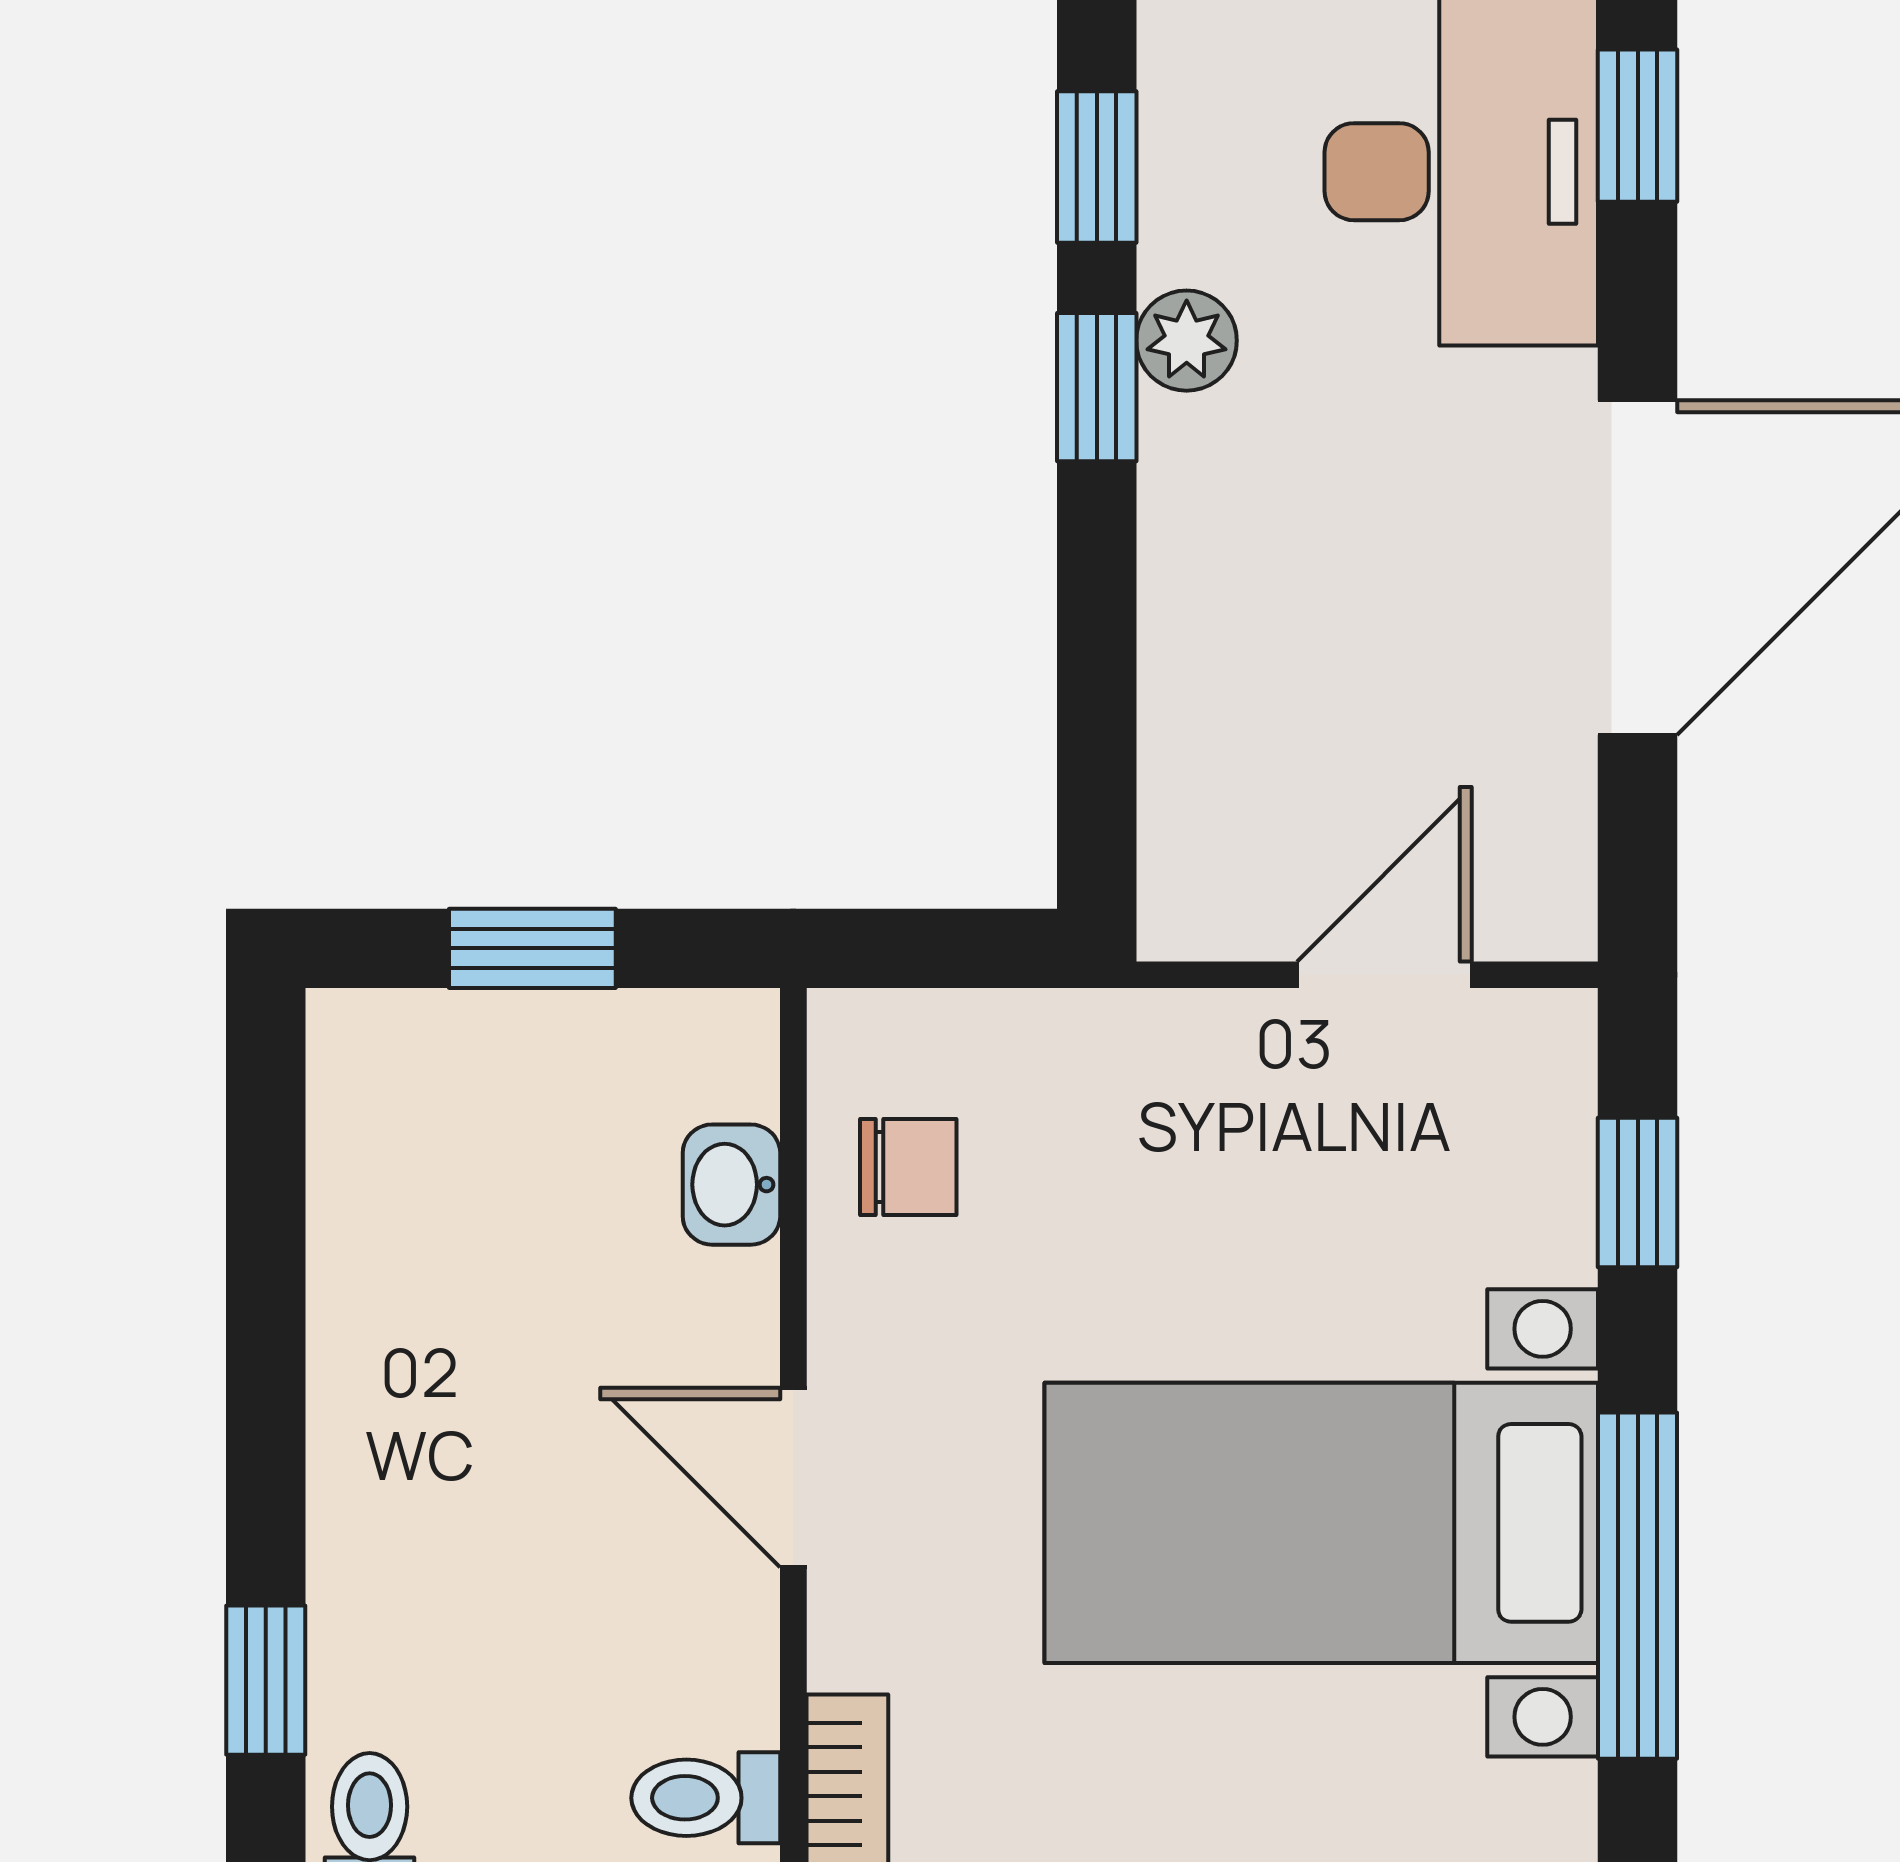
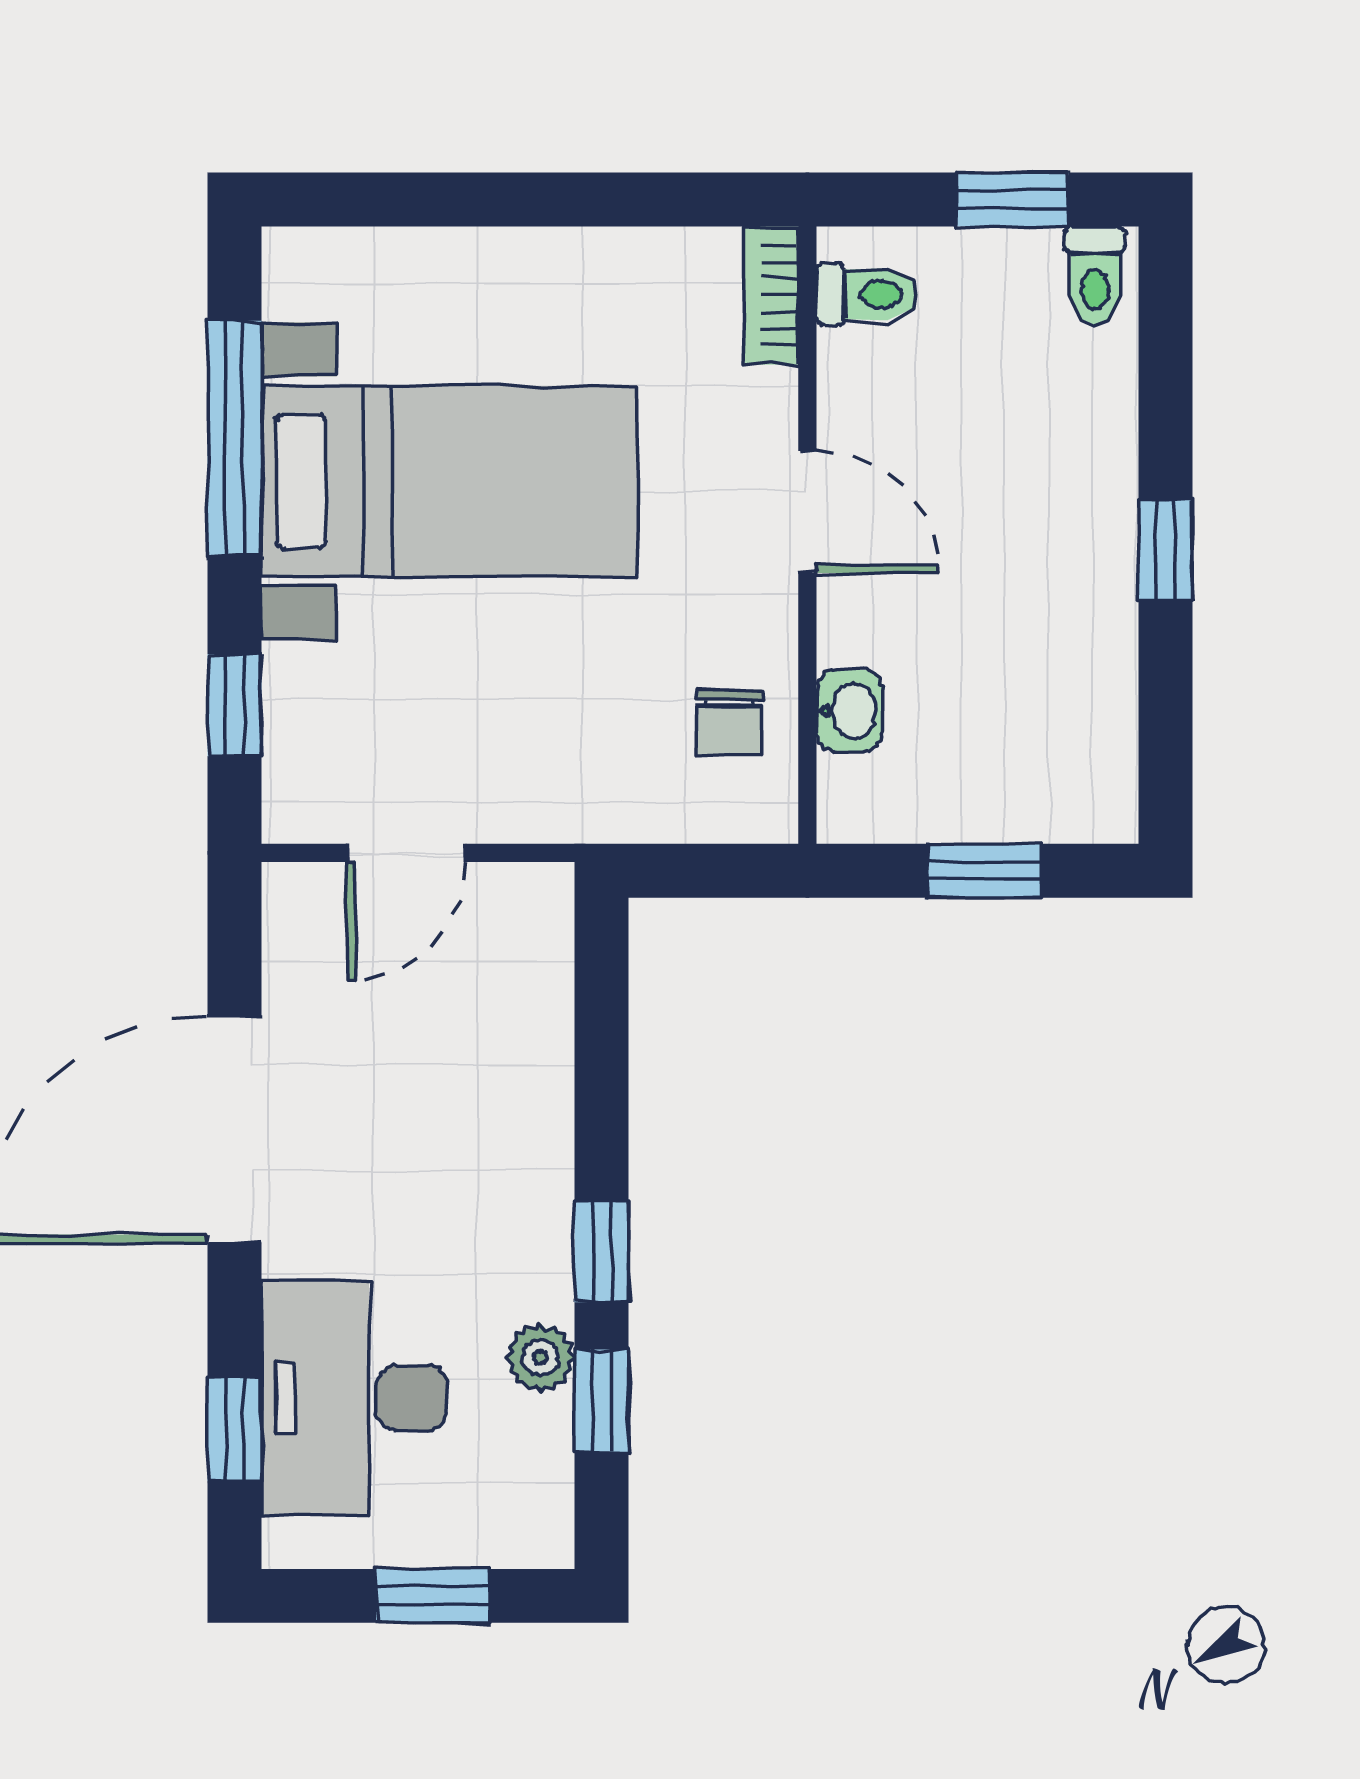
plant: (1187, 341) -> (541, 1357), moved
chair: (908, 1167) -> (729, 722), turned -90
window: (266, 1680) -> (1165, 550), moved

